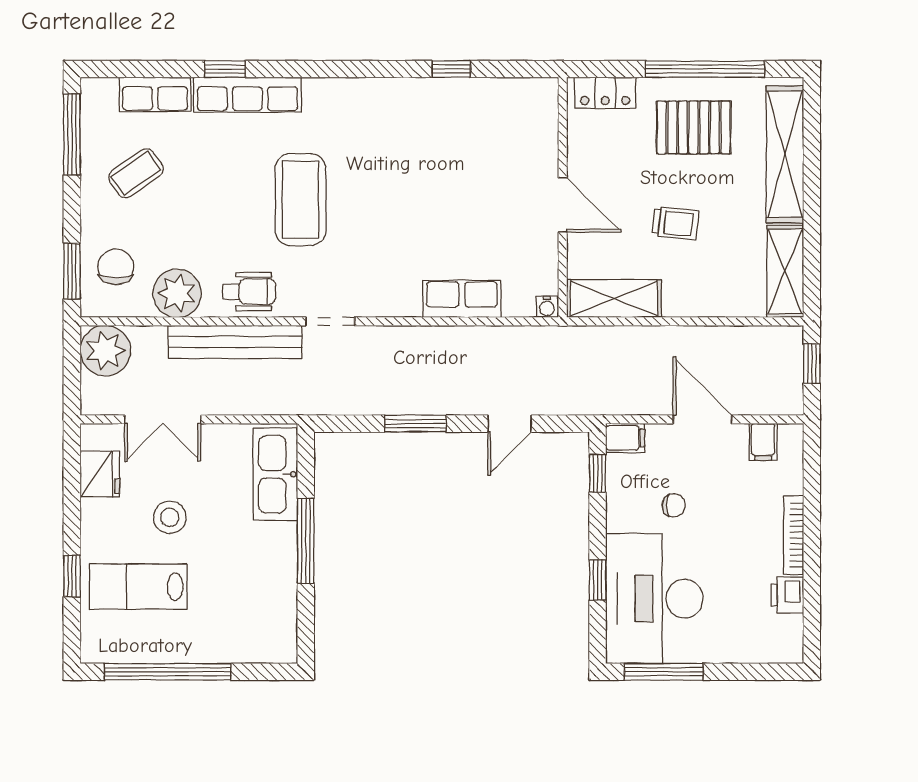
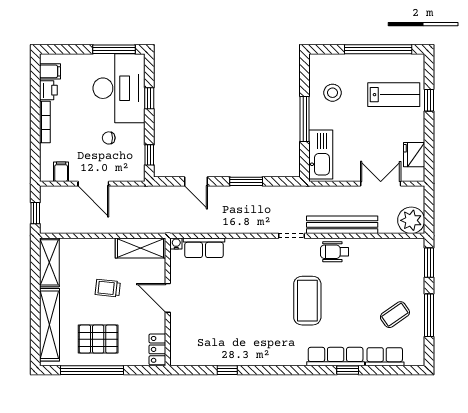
locker: (605, 93) -> (157, 349), moved, turned -90
window: (72, 134) -> (429, 315), moved
chair: (116, 267) -> (406, 265), removed
plant: (177, 293) -> (373, 251), removed
row of seats: (462, 299) -> (204, 248), moved
door: (510, 424) -> (196, 181), swing flipped
filing cabinet: (625, 438) -> (50, 71), moved, turned 180
stool: (170, 517) -> (333, 93), moved

